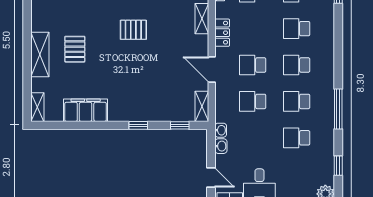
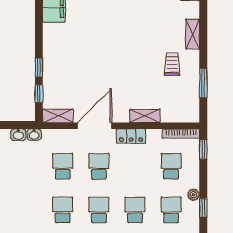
pallet: (133, 30) -> (134, 48), removed
door: (212, 69) -> (94, 126), width x1.36
window: (138, 125) -> (39, 68), moved
school desk: (297, 138) -> (27, 210), removed

